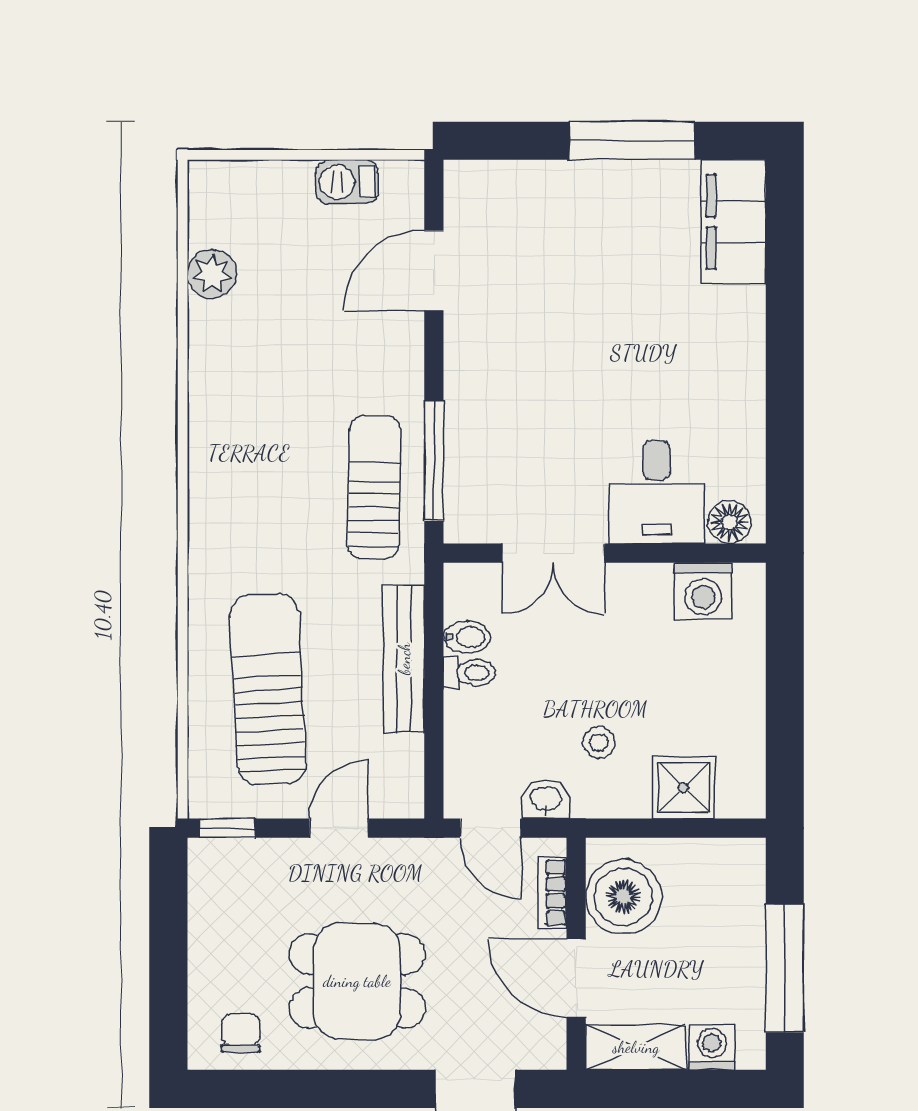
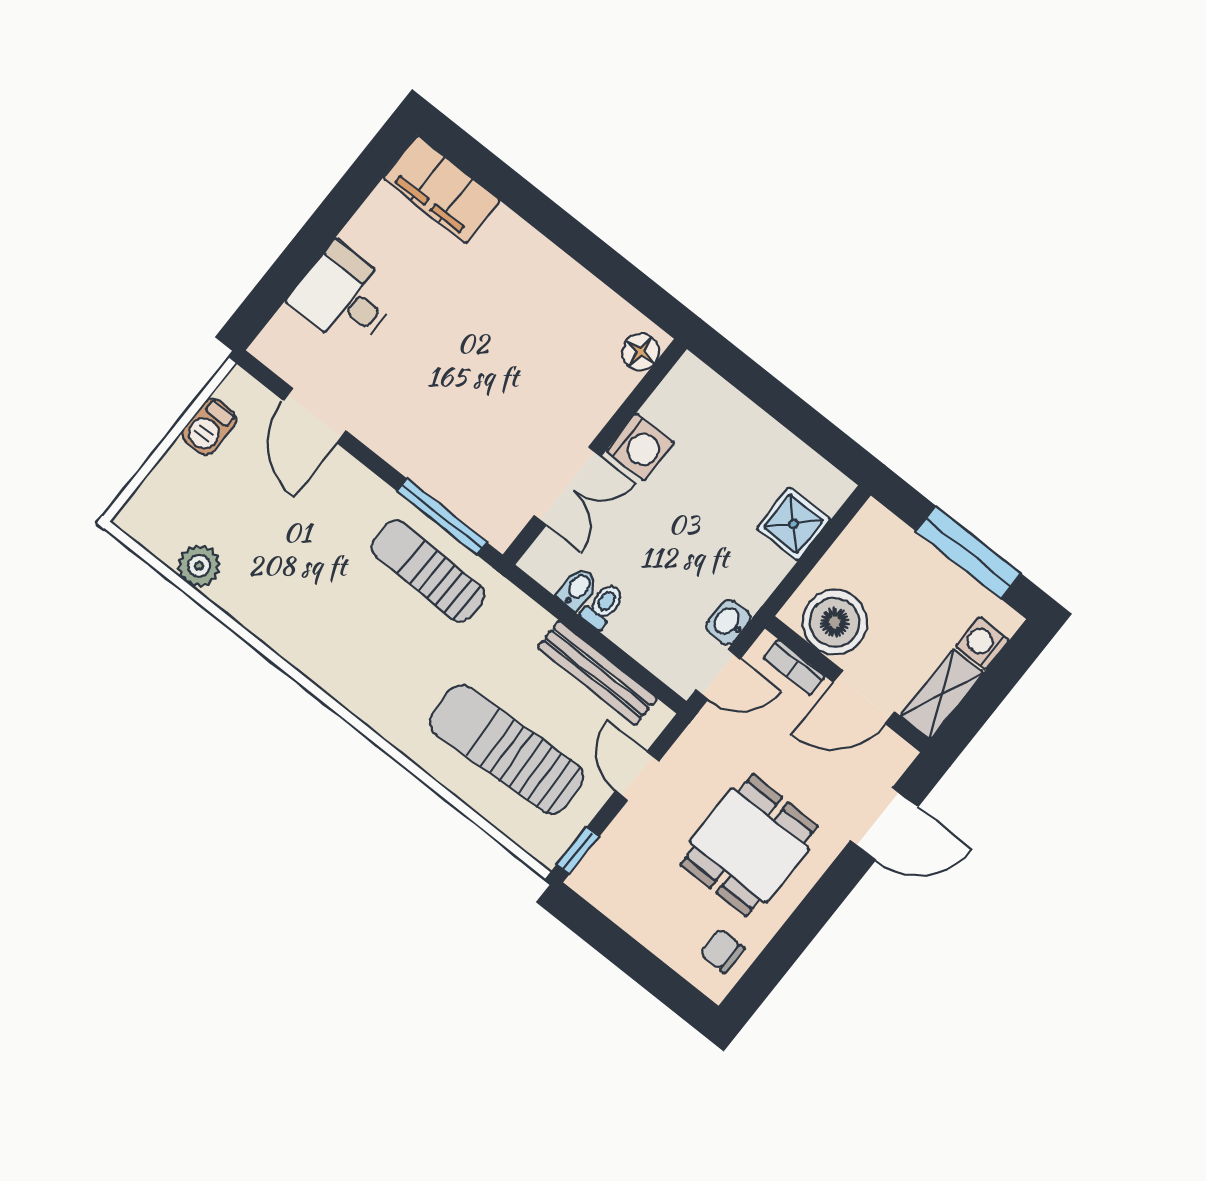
window: (632, 141) -> (333, 214), removed
desk: (657, 492) -> (344, 297), moved, turned 180
washing machine: (703, 591) -> (640, 447), moved
bench: (404, 659) -> (597, 673), moved
stool: (599, 743) -> (718, 557), removed

